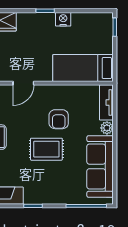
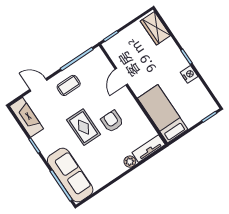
door: (23, 83) -> (121, 77), hinge flipped
armchair: (59, 119) -> (112, 121), turned 90
sofa: (100, 166) -> (70, 175), moved, turned 90

